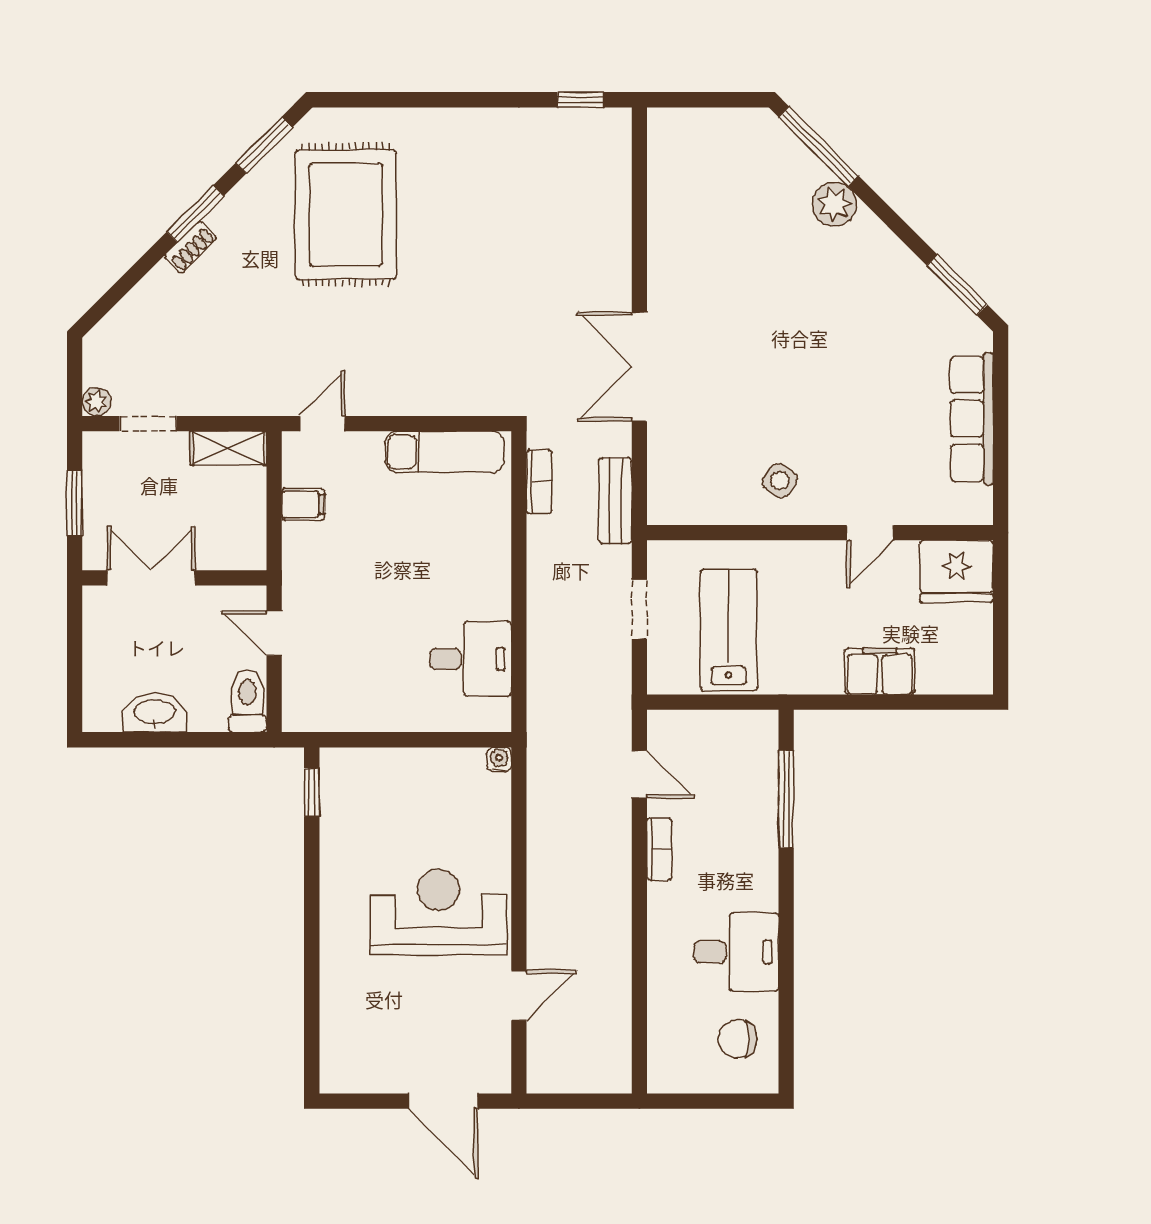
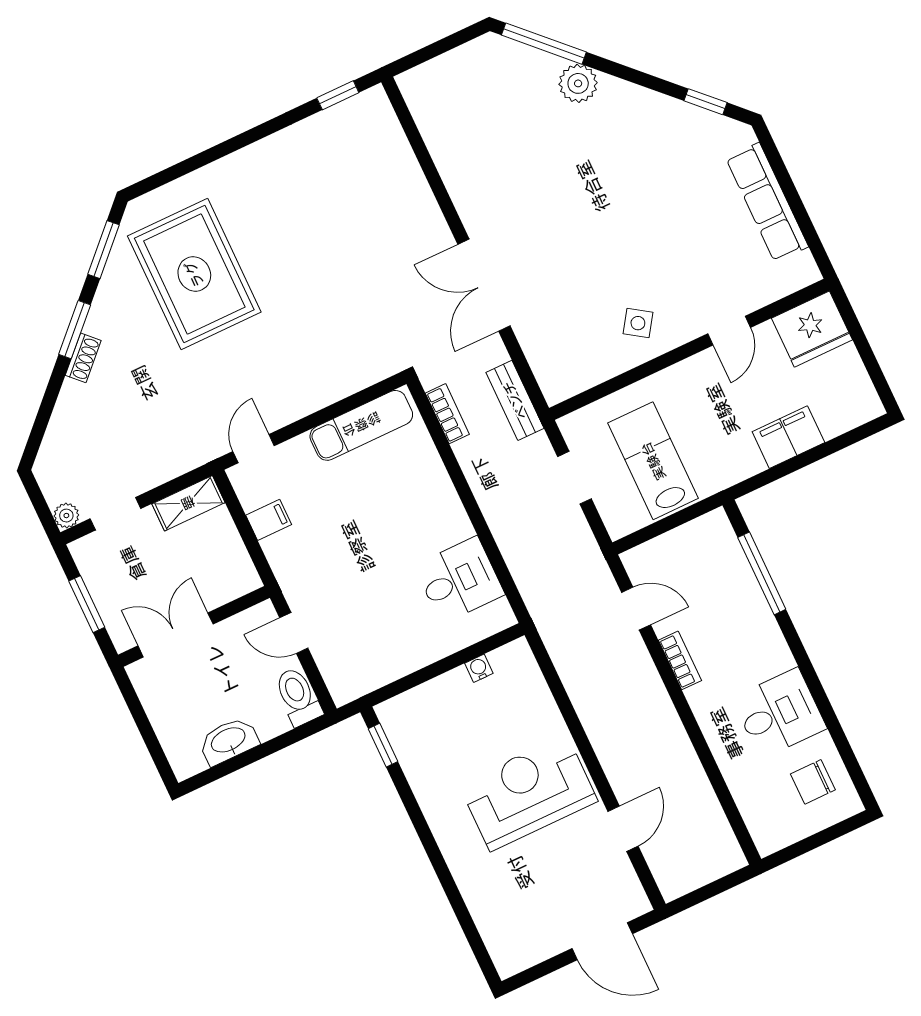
window: (957, 285) -> (705, 102), width x0.67
water cooler: (499, 760) -> (479, 668), moved

